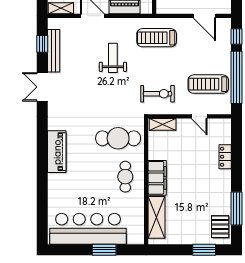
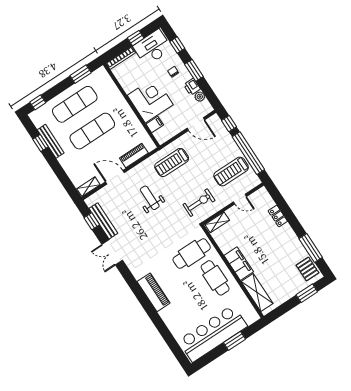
cafe table: (125, 177) -> (215, 278), width x1.37, depth x1.35

